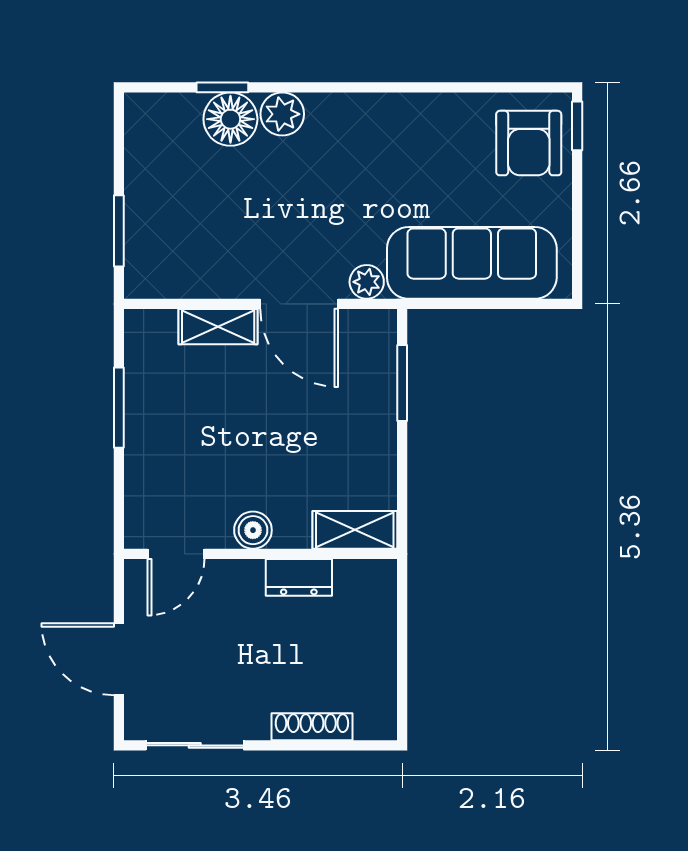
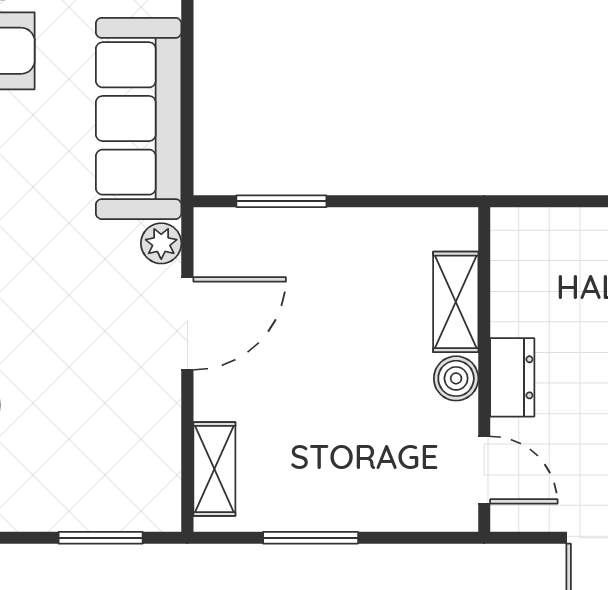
shelving: (218, 327) -> (214, 469), moved
shelving: (355, 530) -> (456, 302), moved
dresser: (299, 577) -> (512, 377), moved

